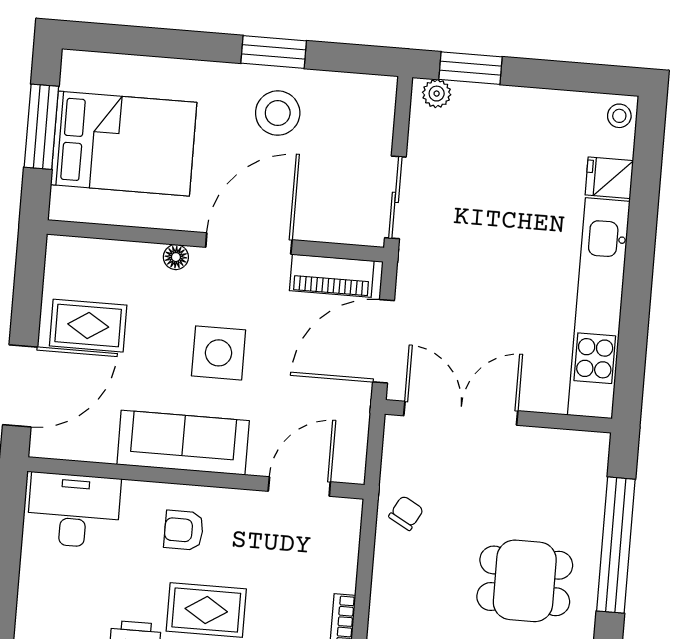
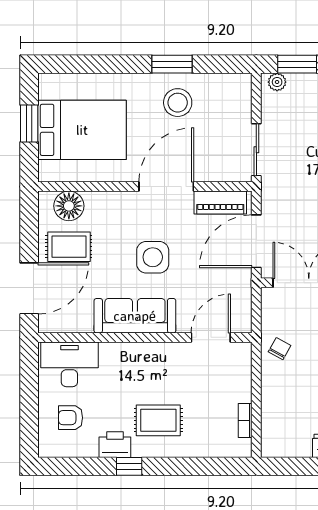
window: (41, 127) -> (29, 124), width x0.69
floor lamp: (176, 257) -> (69, 206), moved, width x1.89, depth x1.89
armchair: (184, 530) -> (71, 418), moved

